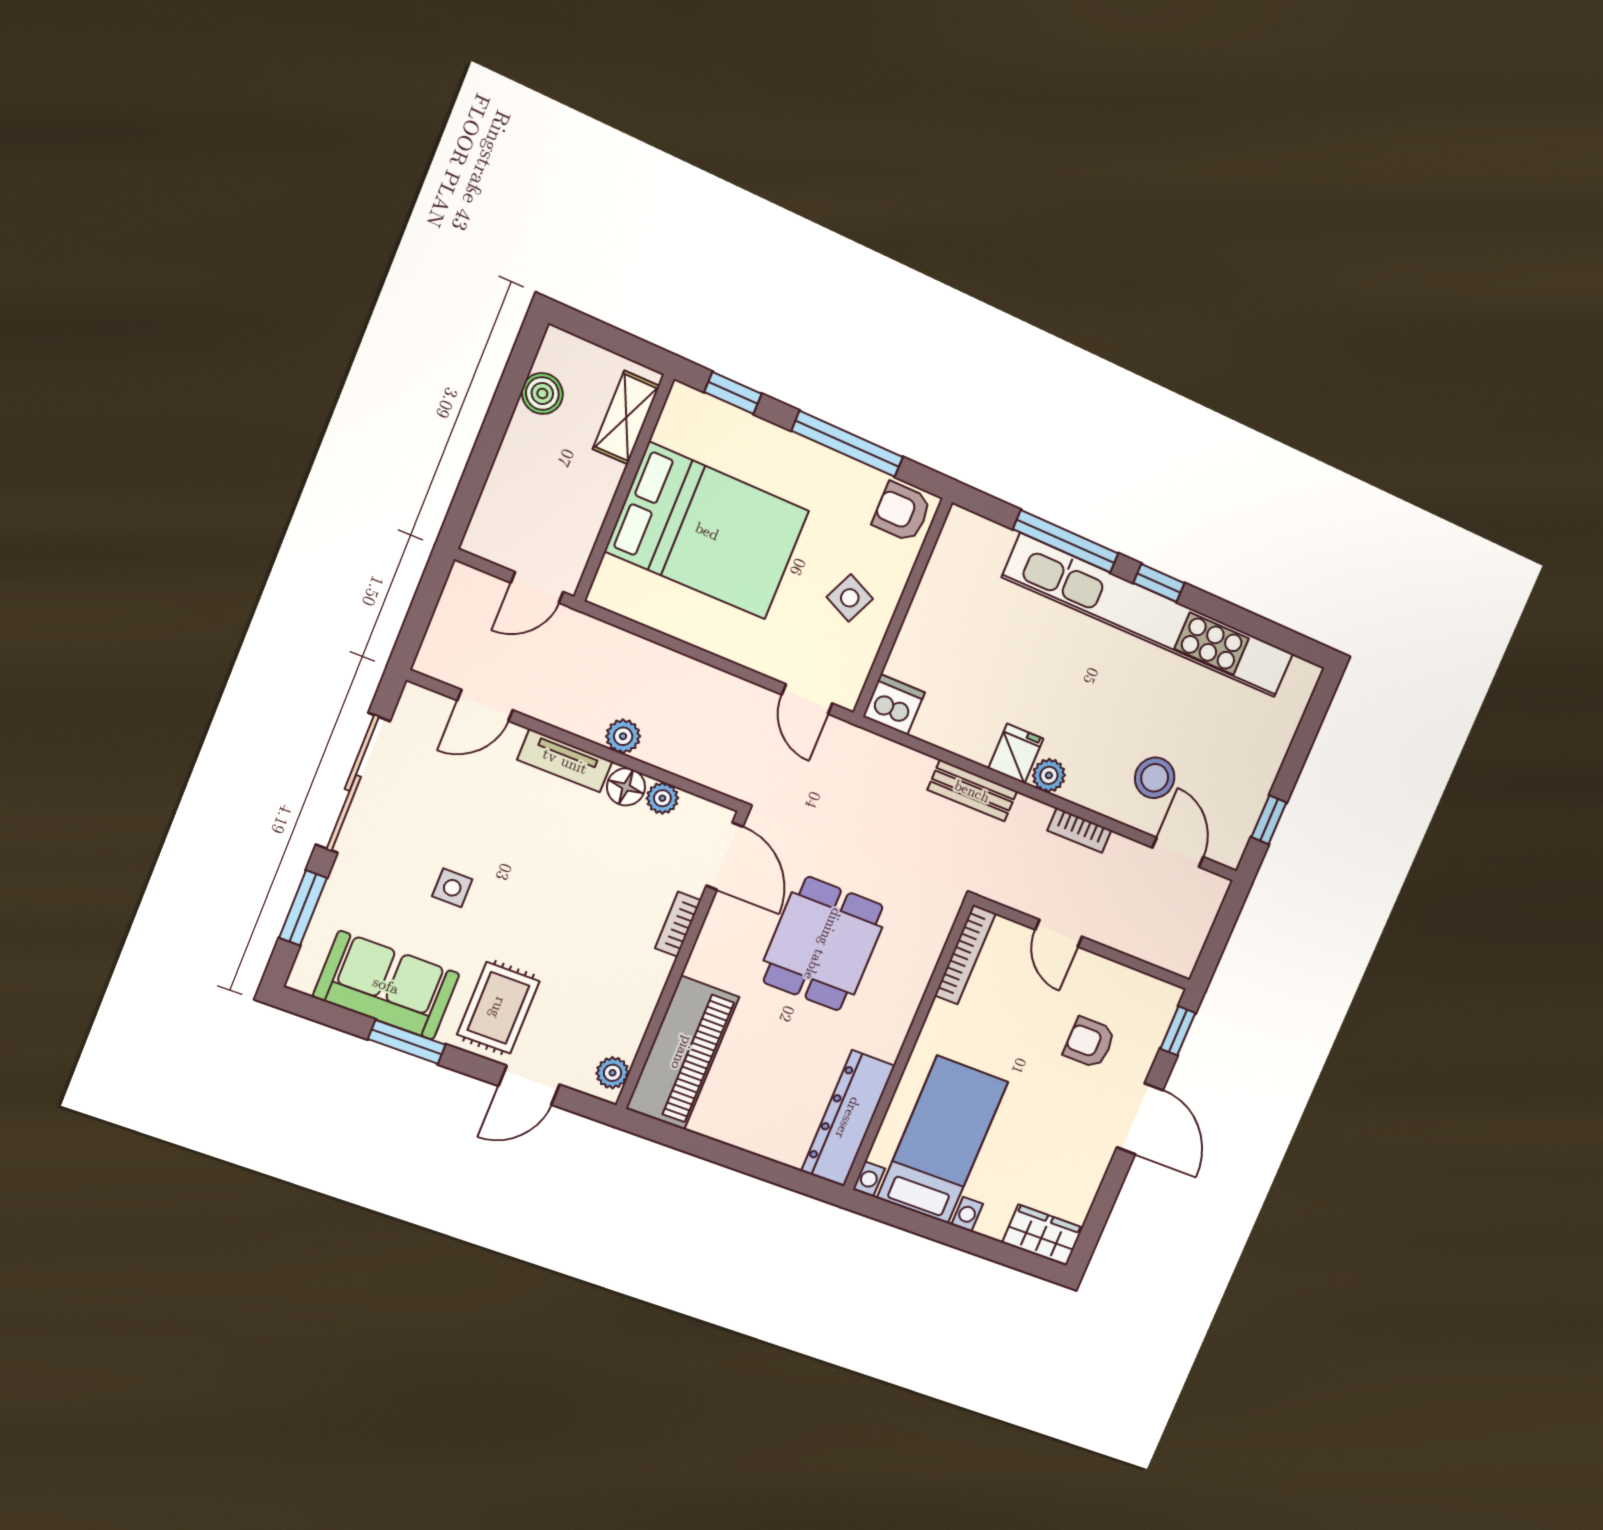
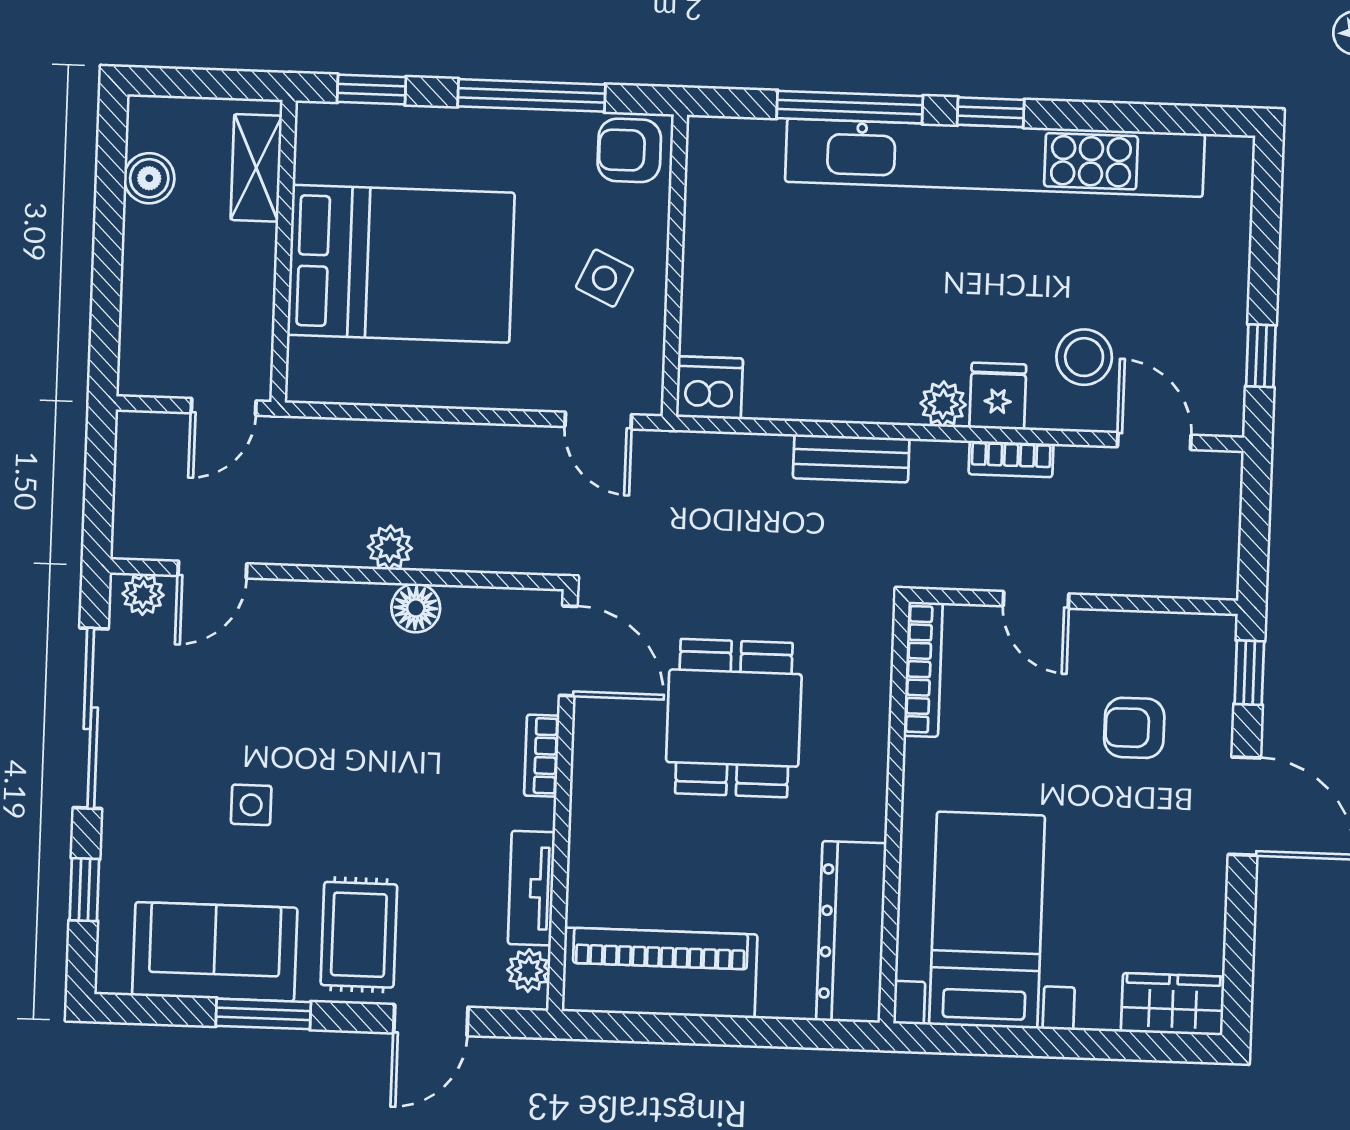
fridge: (1016, 754) -> (998, 396), moved
tv unit: (565, 761) -> (531, 888), moved, turned 90
plant: (662, 798) -> (143, 594), moved
window: (303, 908) -> (84, 890), width x0.67
piano: (682, 1053) -> (660, 973), moved, turned -90

